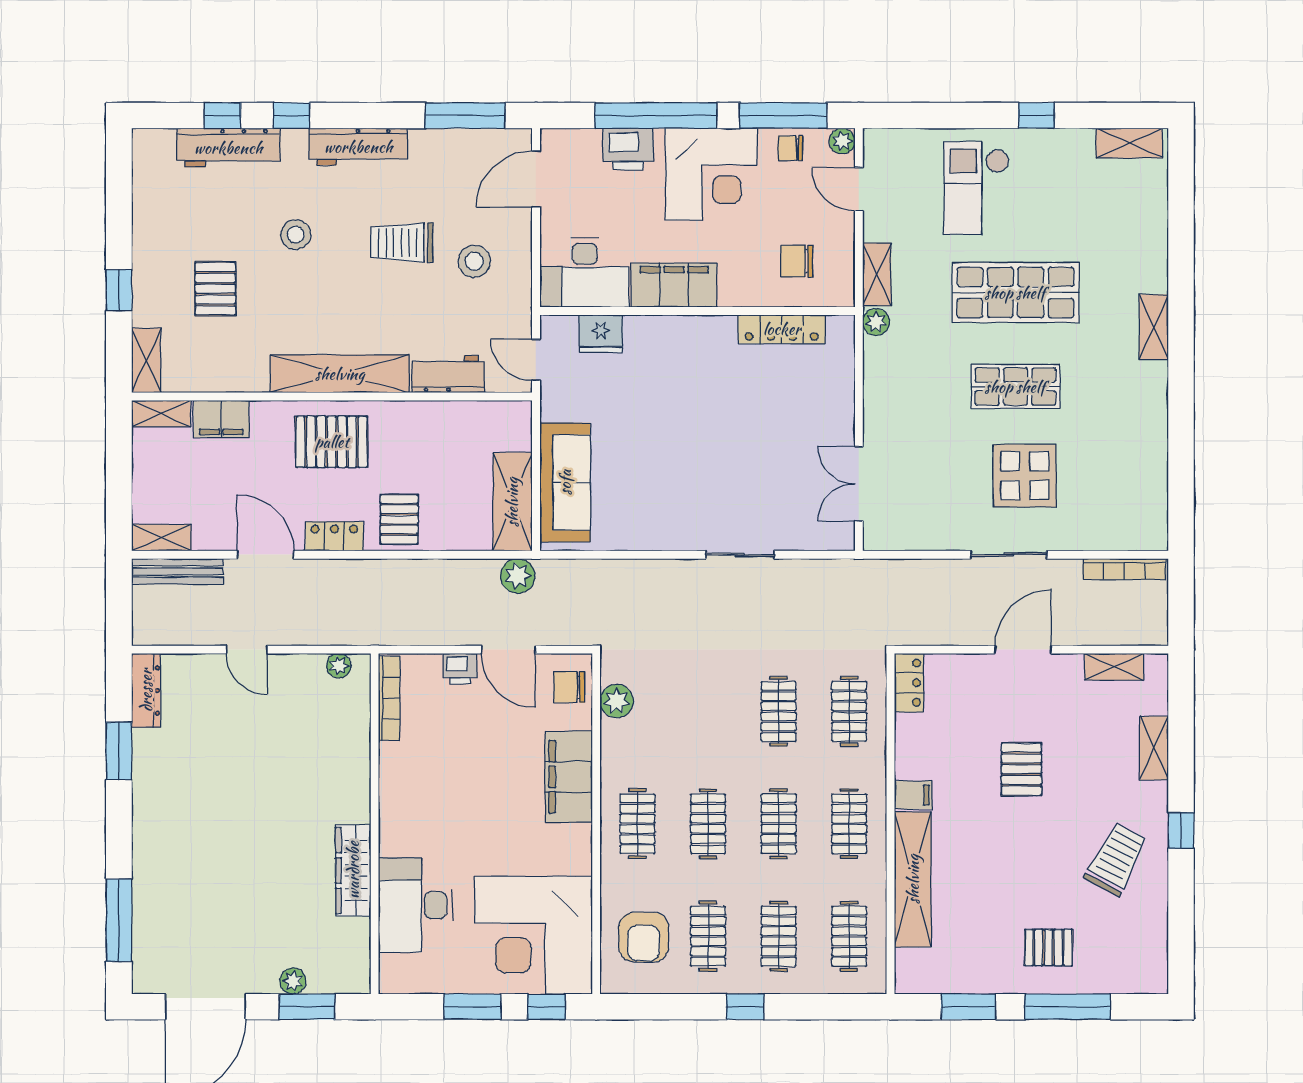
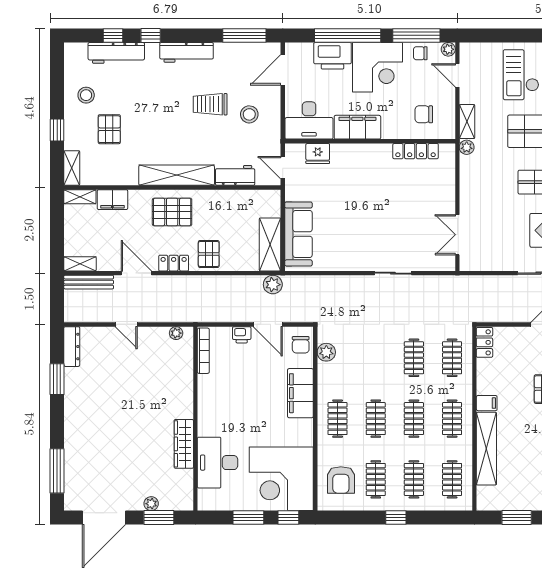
printer: (628, 149) -> (333, 56), width x1.37, depth x1.19
stool: (296, 235) -> (86, 95), moved
chair: (569, 687) -> (301, 345), turned -90

